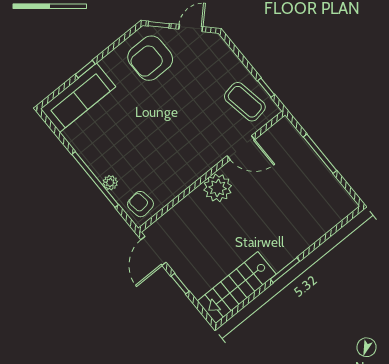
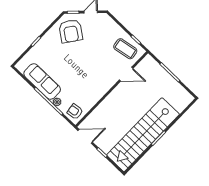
armchair: (150, 58) -> (71, 31), turned -54
sofa: (78, 98) -> (42, 82), moved, turned -90
plant: (218, 188) -> (116, 98), removed
door: (154, 251) -> (85, 136), swing flipped
stairs: (237, 288) -> (143, 135), width x1.86, depth x1.51

